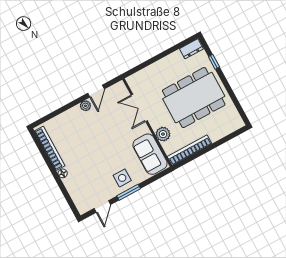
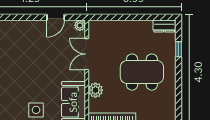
dining table: (194, 98) -> (142, 72), width x0.73, depth x0.80
plant: (85, 106) -> (80, 25), moved

